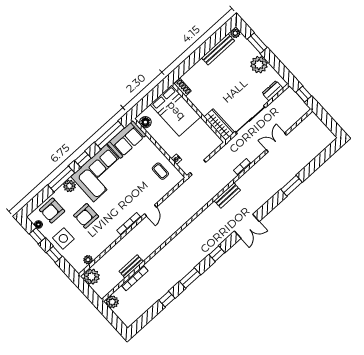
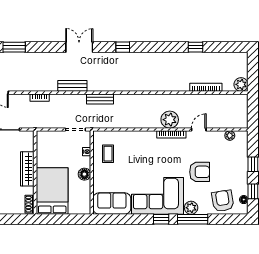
floor lamp: (145, 122) -> (84, 174), moved
wardrobe: (219, 125) -> (27, 169), moved
window: (109, 135) -> (122, 219), removed
door: (151, 210) -> (199, 130), moved
armchair: (52, 211) -> (223, 201), turned -99
side table: (63, 238) -> (234, 170), removed
bench: (131, 266) -> (100, 99), moved
plant: (91, 277) -> (170, 120), moved
window: (190, 278) -> (162, 47), removed

